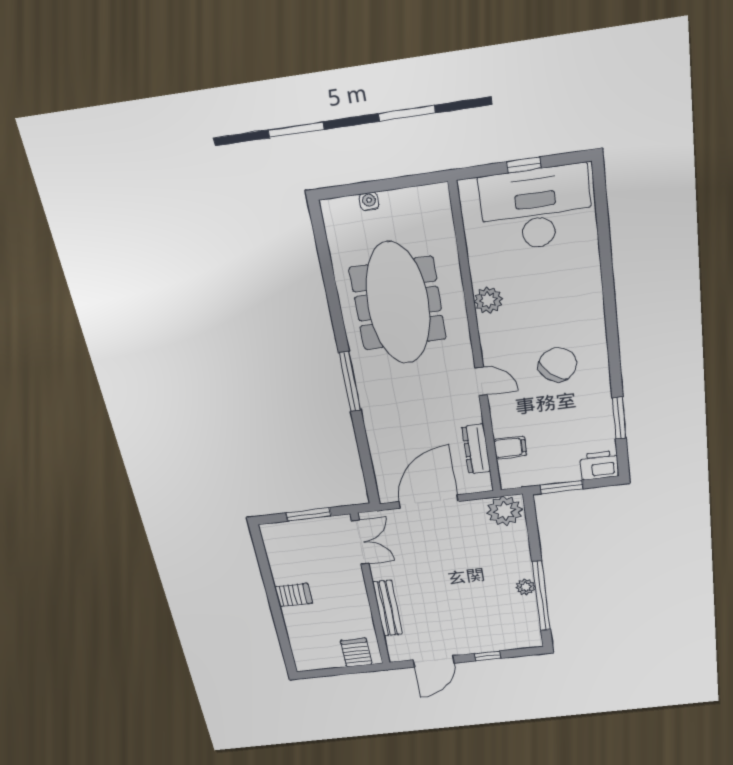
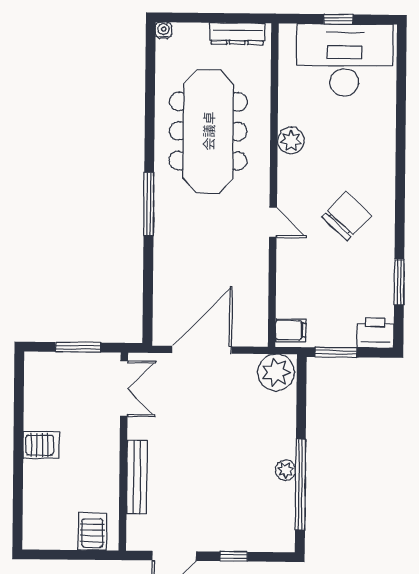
water cooler: (369, 202) -> (164, 30), moved
filing cabinet: (510, 448) -> (291, 330), moved
dresser: (476, 449) -> (237, 34), moved, turned -90

